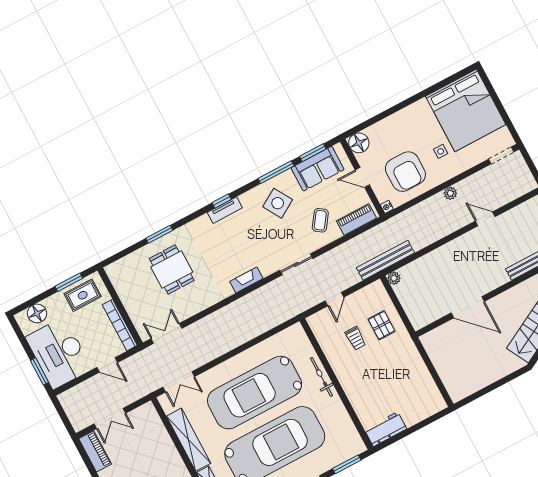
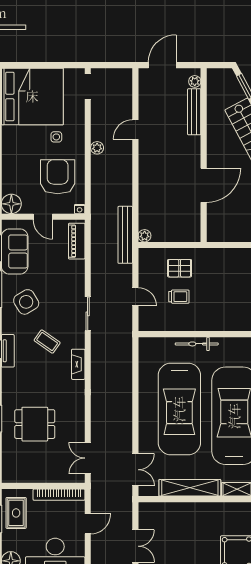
armchair: (405, 172) -> (58, 177), turned -90
door: (362, 177) -> (43, 217), hinge flipped
coffee table: (320, 220) -> (47, 341), moved

